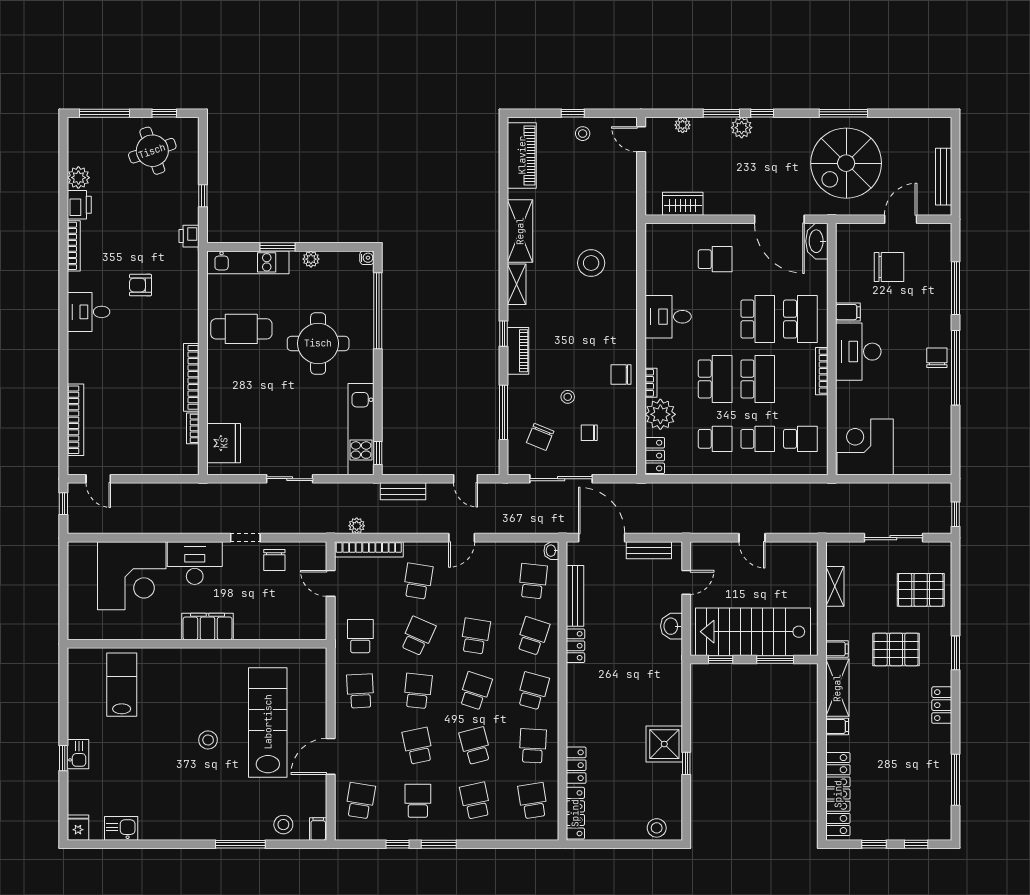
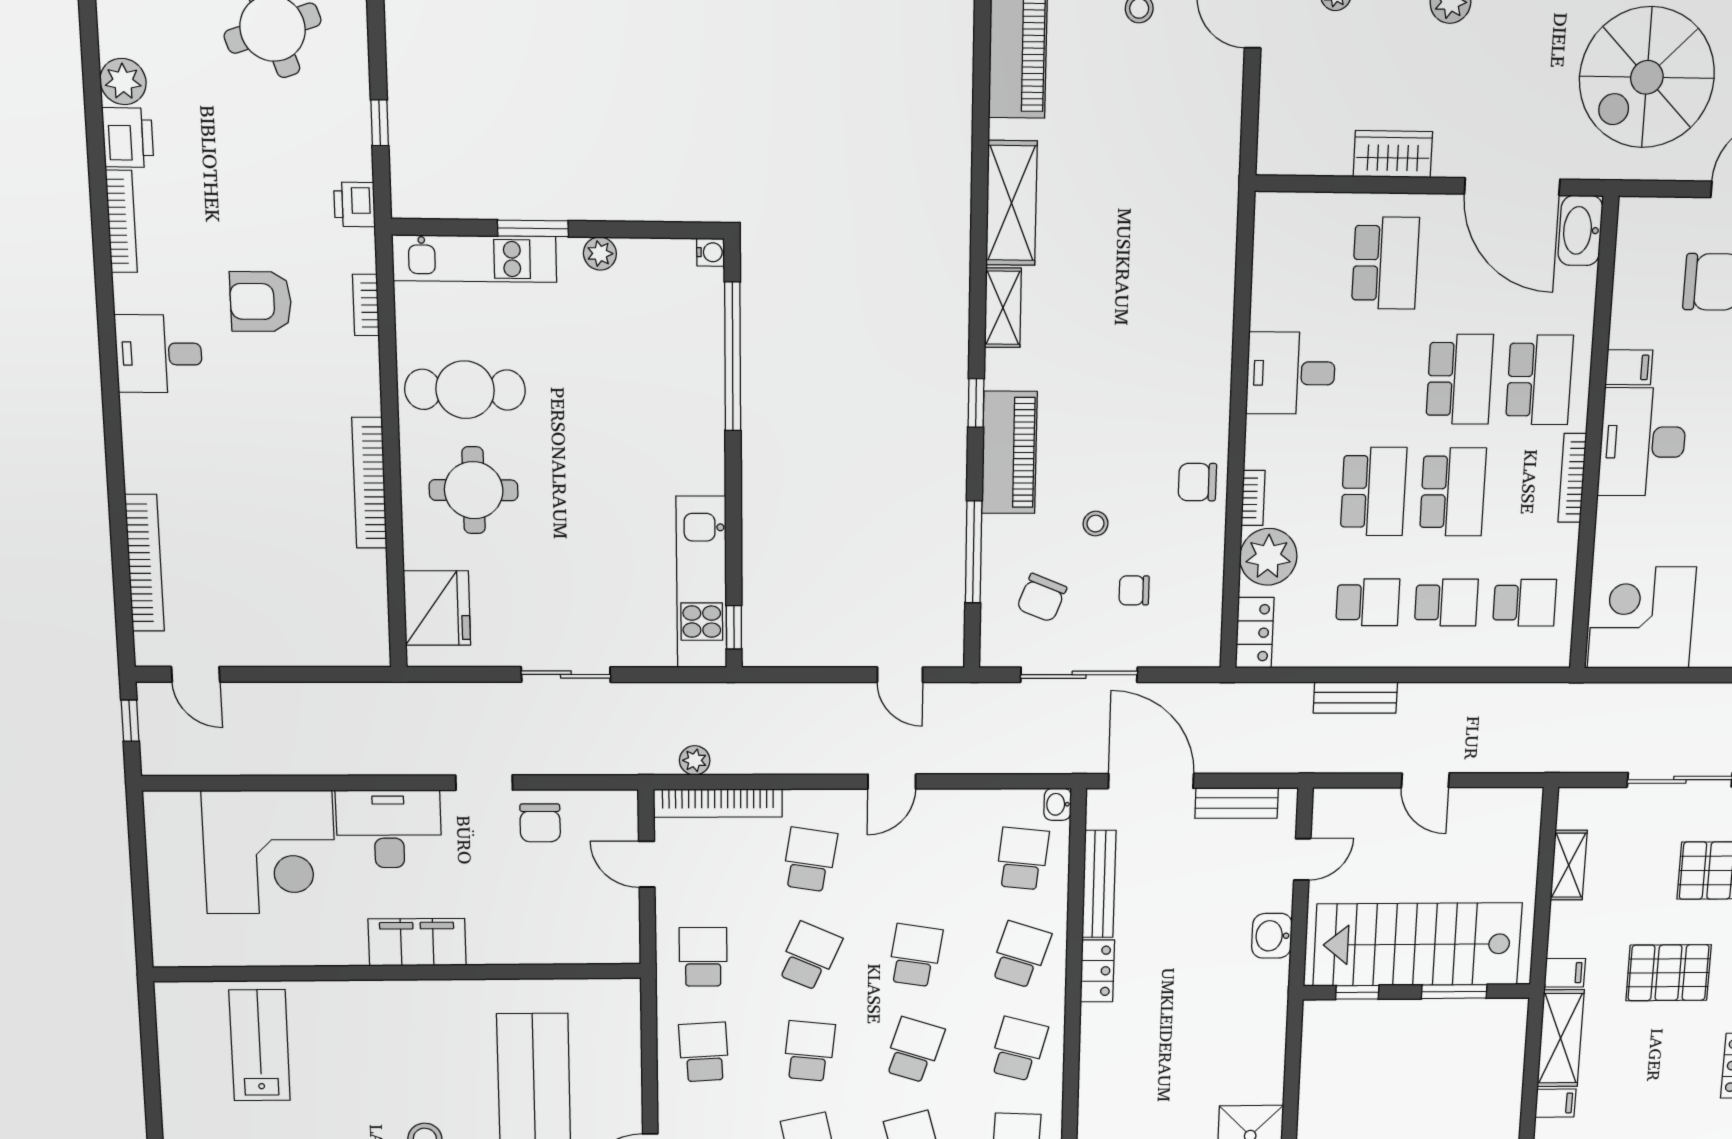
wardrobe: (683, 204) -> (1393, 154), moved
school desk: (715, 259) -> (1385, 263), width x1.85
stool: (591, 263) -> (1148, 268), removed
armchair: (140, 285) -> (261, 302), width x1.38, depth x1.38
round table: (318, 343) -> (474, 490), moved, width x0.73, depth x0.73
piano: (518, 351) -> (1009, 452), width x1.37, depth x1.33
bookcase: (193, 428) -> (366, 305), moved
bench: (403, 491) -> (1355, 698), moved

